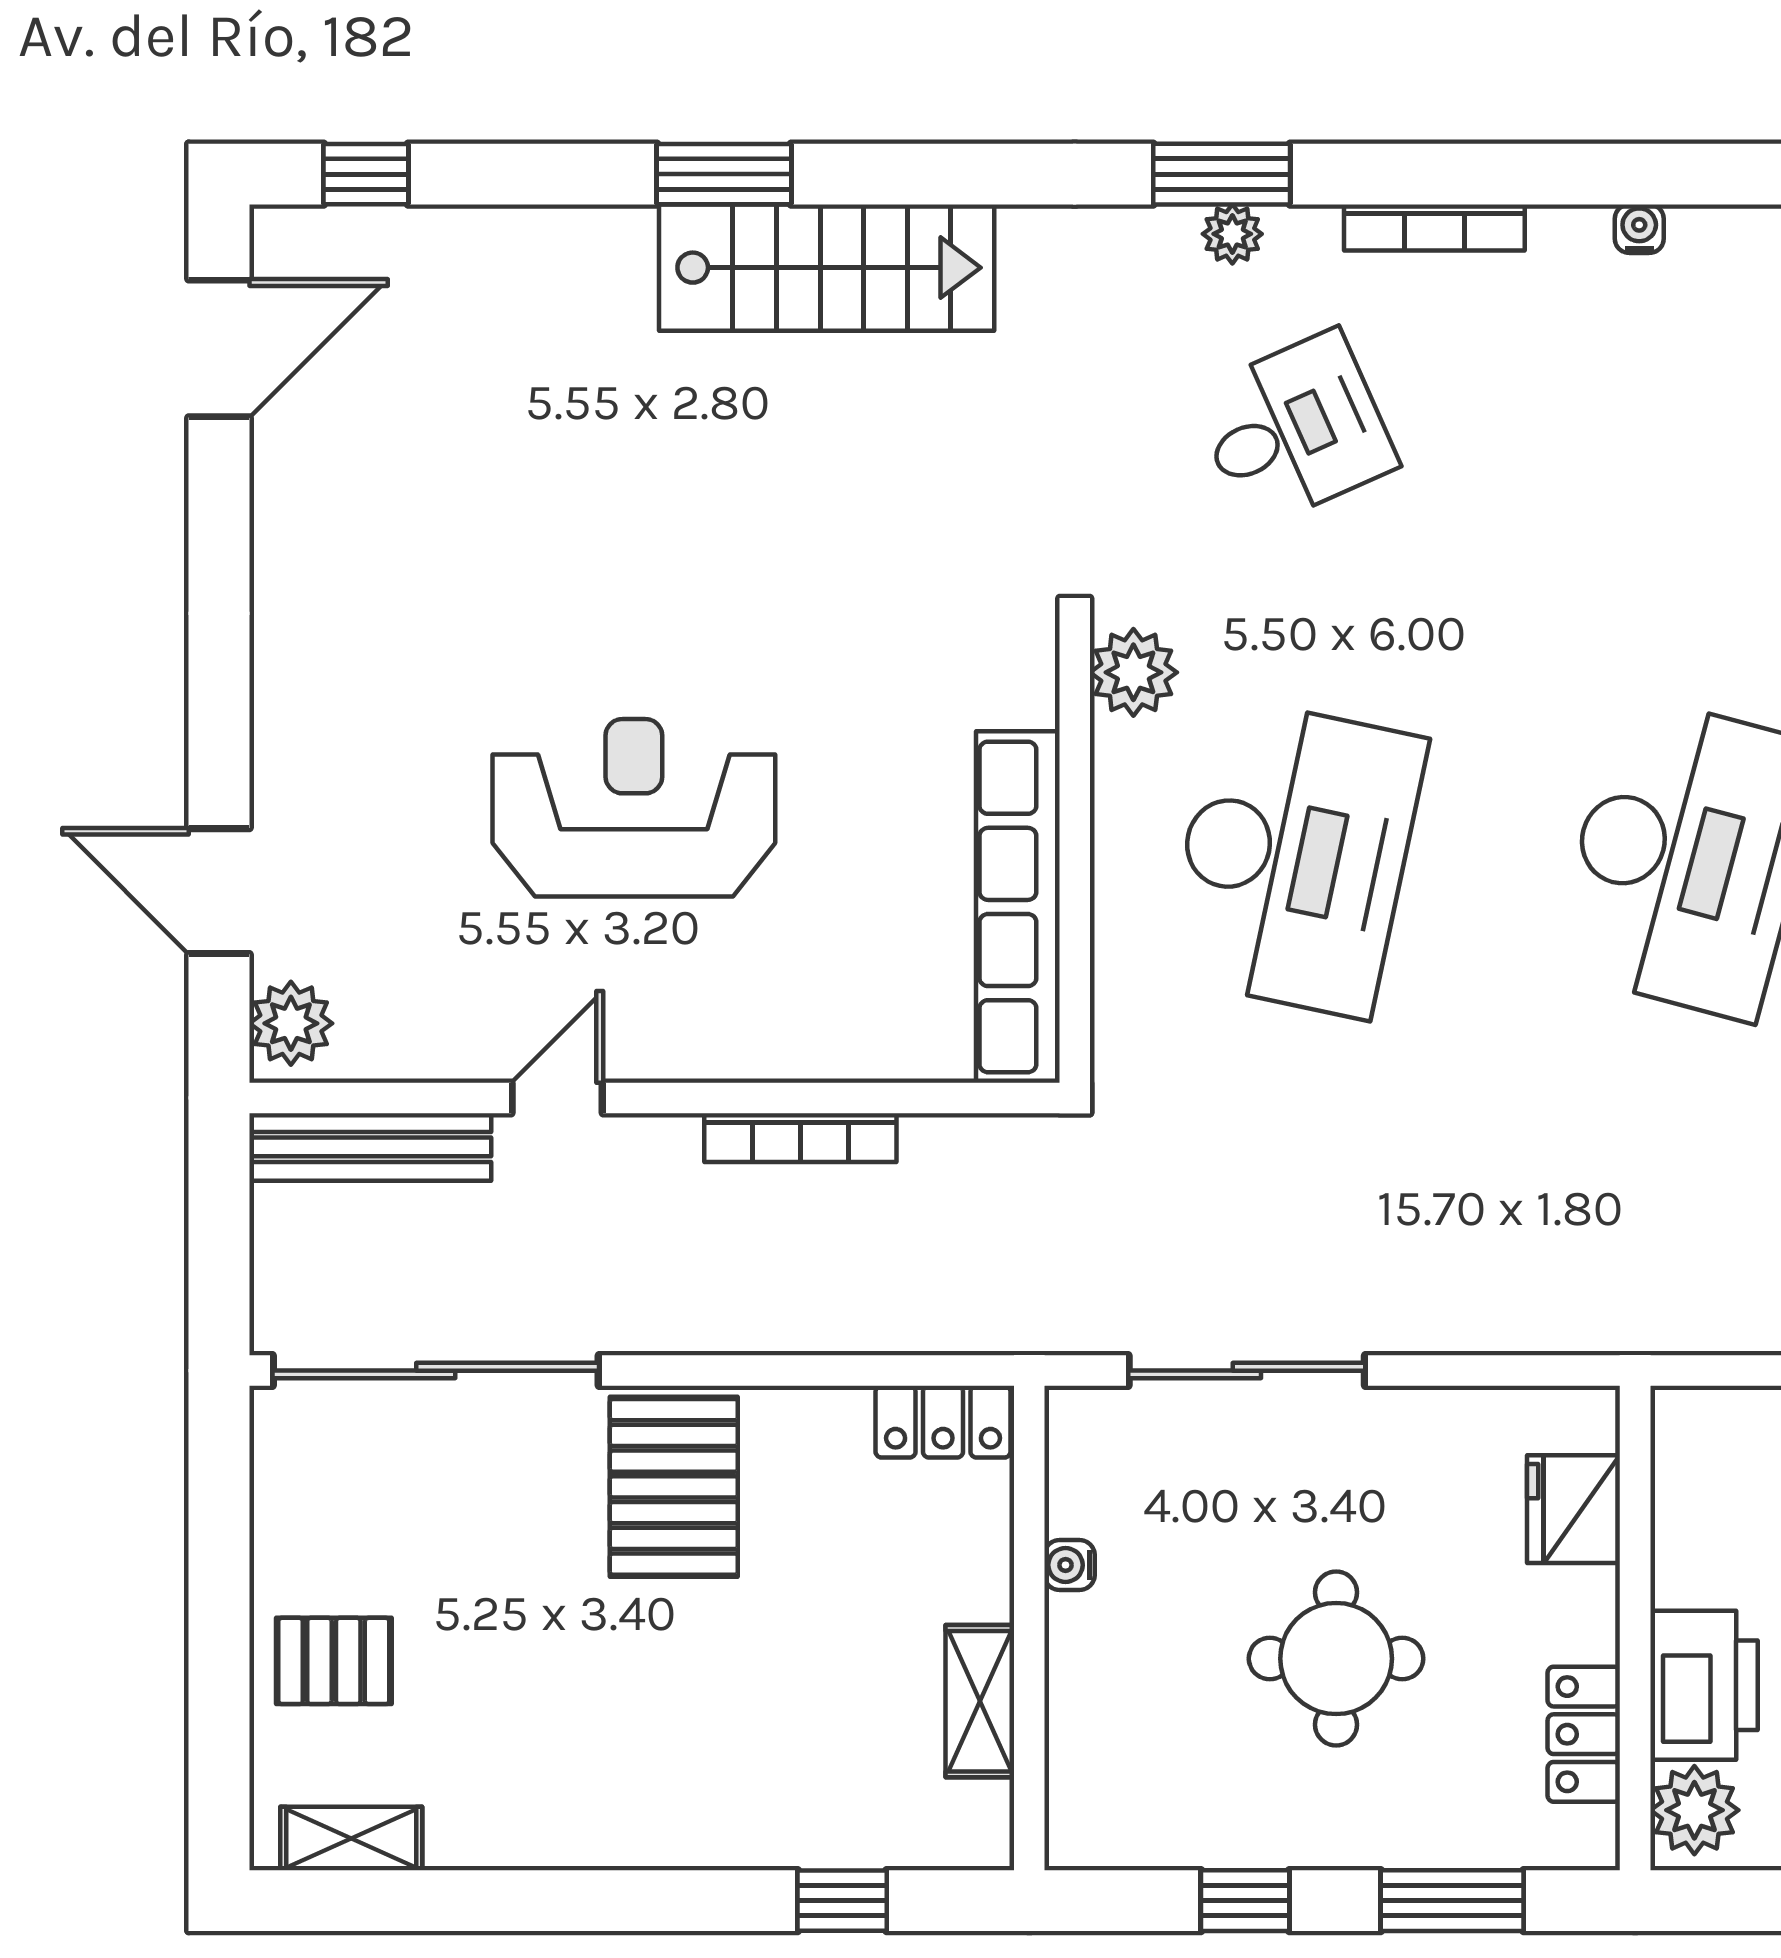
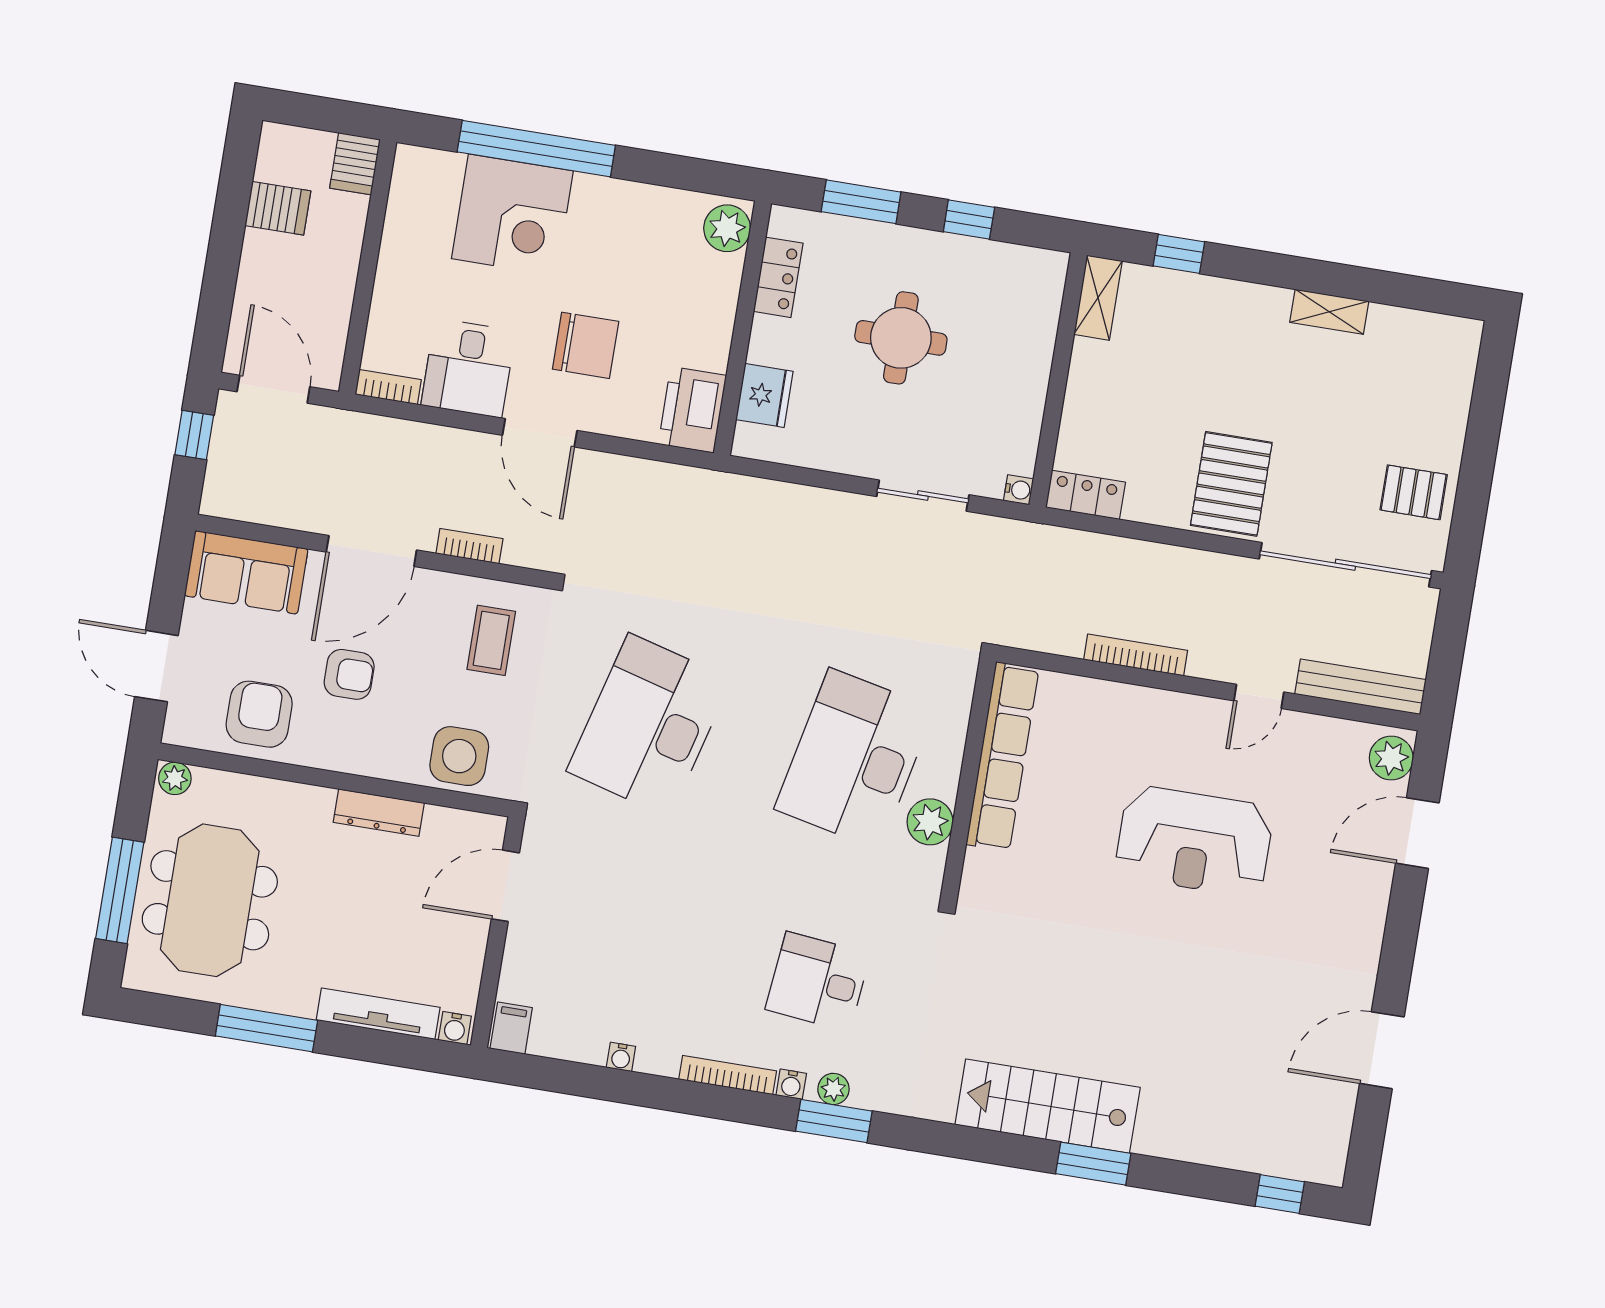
water cooler: (1313, 230) -> (791, 1084), added
door: (219, 348) -> (1382, 1050), moved
desk: (1294, 430) -> (818, 982), turned 30
plant: (1133, 672) -> (930, 822), moved
door: (219, 891) -> (1417, 833), swing flipped
sliding door: (1247, 1371) -> (923, 496), width x0.73
water cooler: (1070, 1565) -> (1019, 490), moved
pallet: (334, 1661) -> (1414, 492), moved
printer: (1704, 1685) -> (692, 410), moved
shelving: (980, 1701) -> (1098, 298), moved
shelving: (351, 1838) -> (1329, 312), moved

